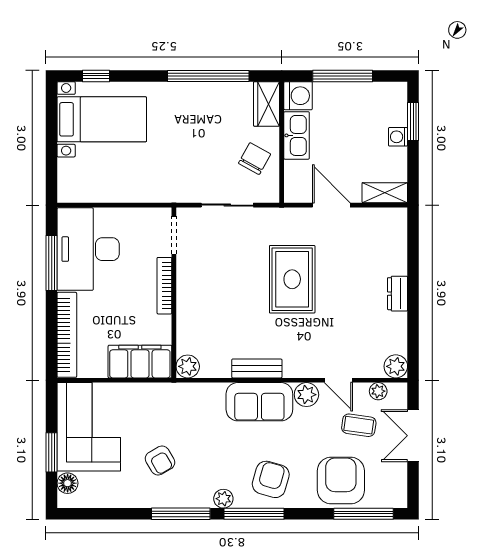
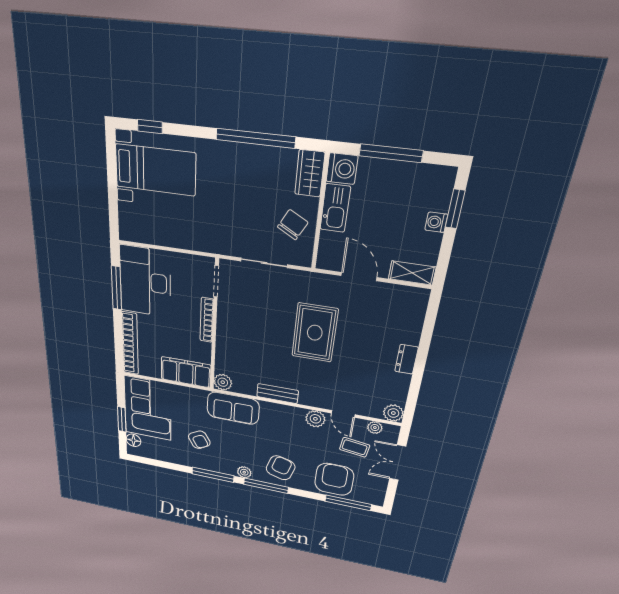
sofa: (259, 402) -> (233, 408), moved

